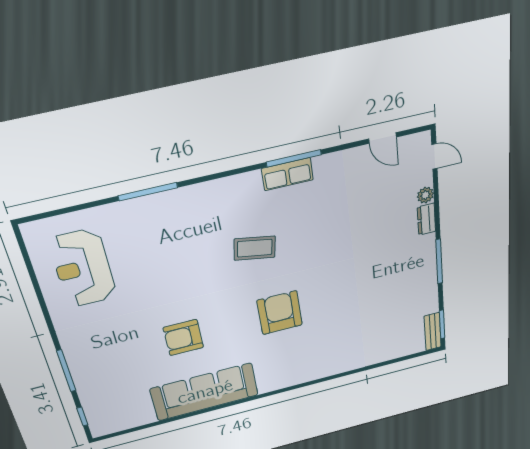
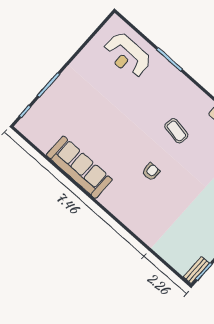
reception desk: (83, 268) -> (127, 55), moved, turned -90
armchair: (280, 313) -> (151, 172), width x0.53, depth x0.53
armchair: (183, 338) -> (105, 131), removed

